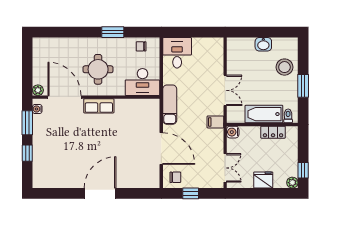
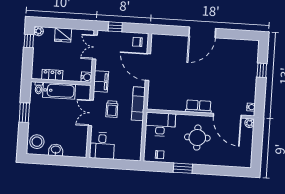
desk: (177, 53) -> (102, 146), moved
stool: (284, 67) -> (37, 142), moved
trolley: (200, 96) -> (112, 109), added
filing cabinet: (215, 122) -> (101, 81), width x2.00
window: (27, 123) -> (260, 96), removed
window: (191, 193) -> (115, 27), moved

